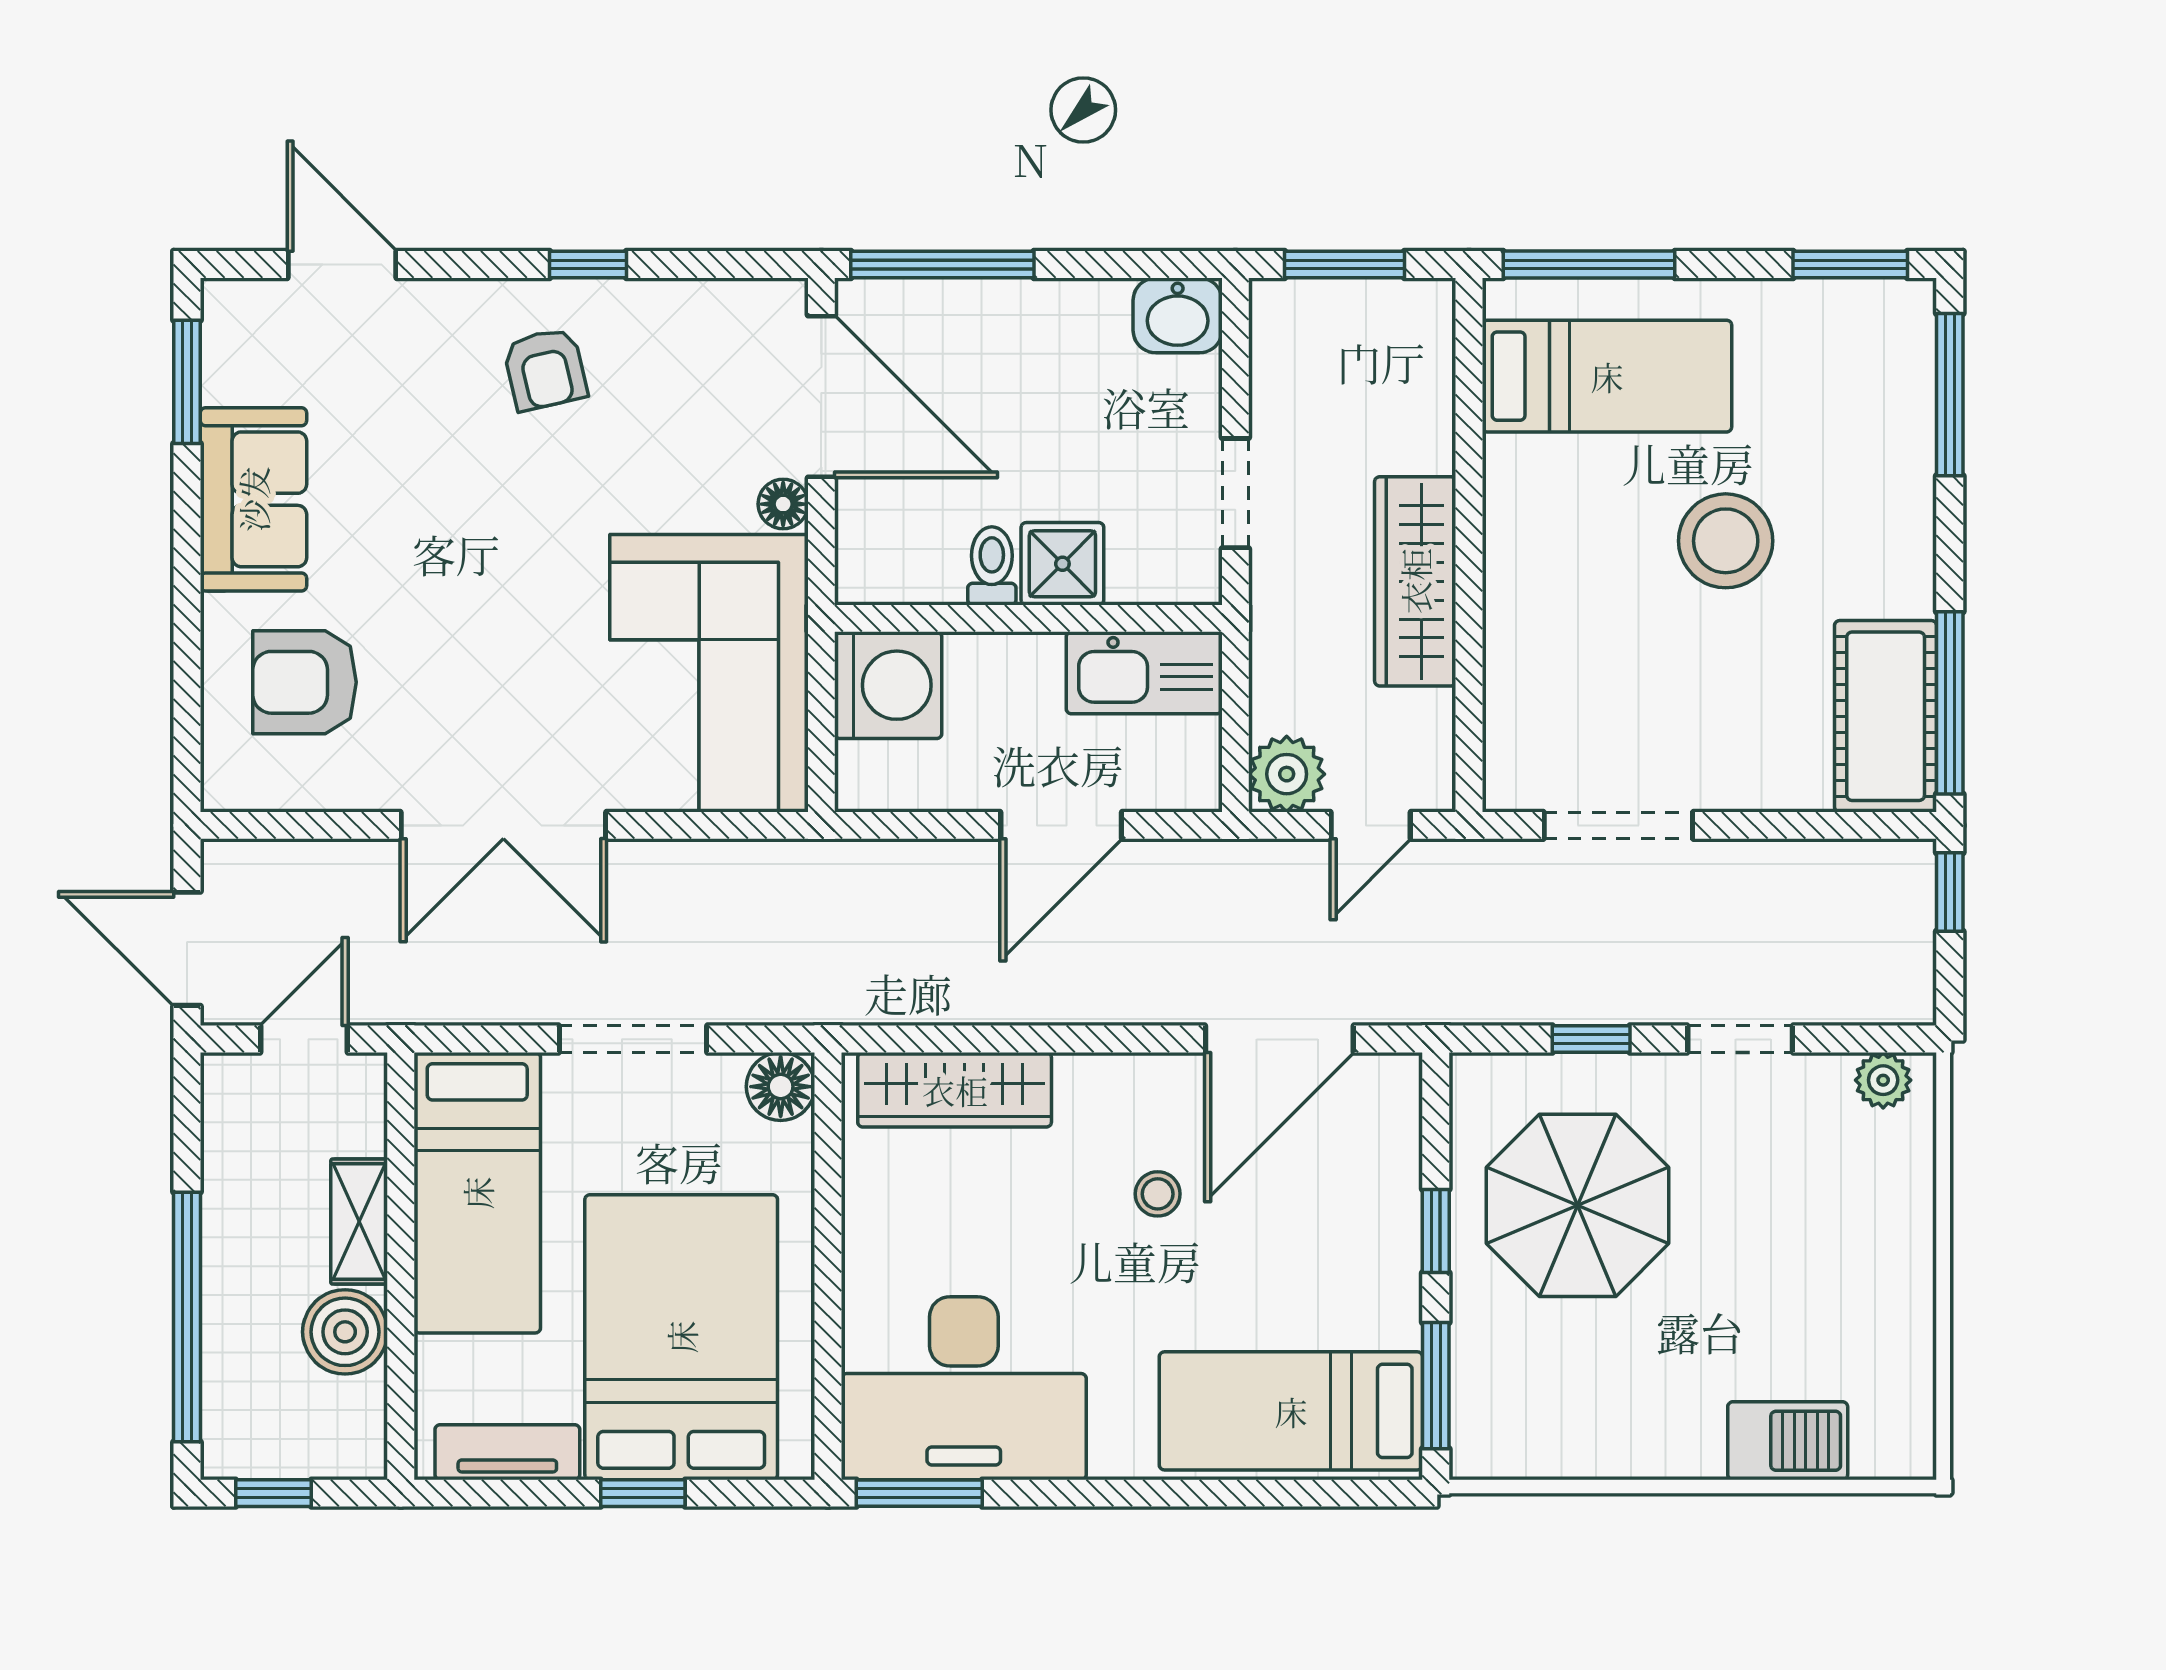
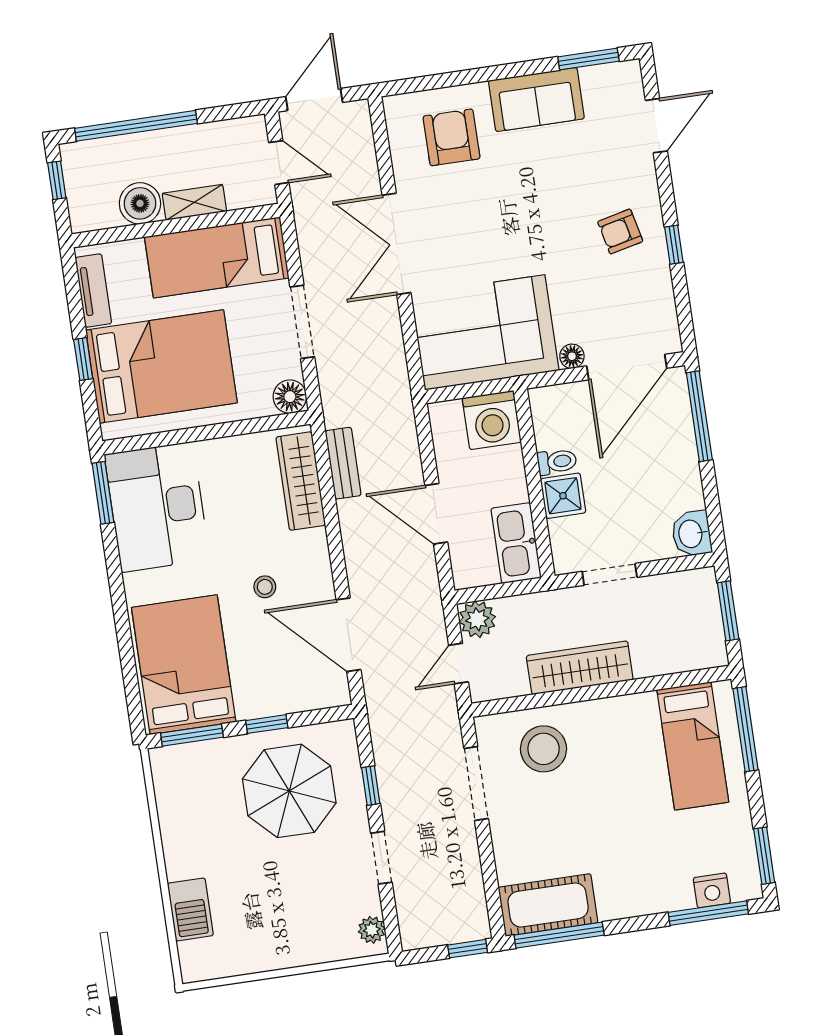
nightstand: (1905, 381) -> (712, 890), added
stool: (1726, 541) -> (544, 749), moved
door: (1371, 825) -> (458, 664), hinge flipped
bench: (931, 999) -> (343, 463), added
bed: (1291, 1411) -> (184, 665), width x1.50

